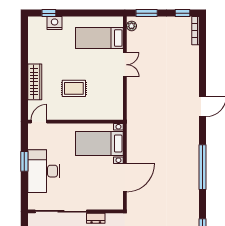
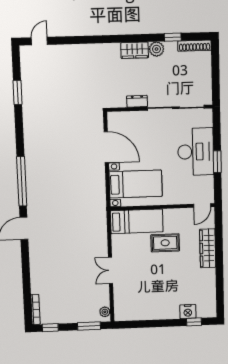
bed: (99, 38) -> (137, 221), moved
window: (203, 167) -> (22, 181), moved
door: (125, 178) -> (106, 147), swing flipped

